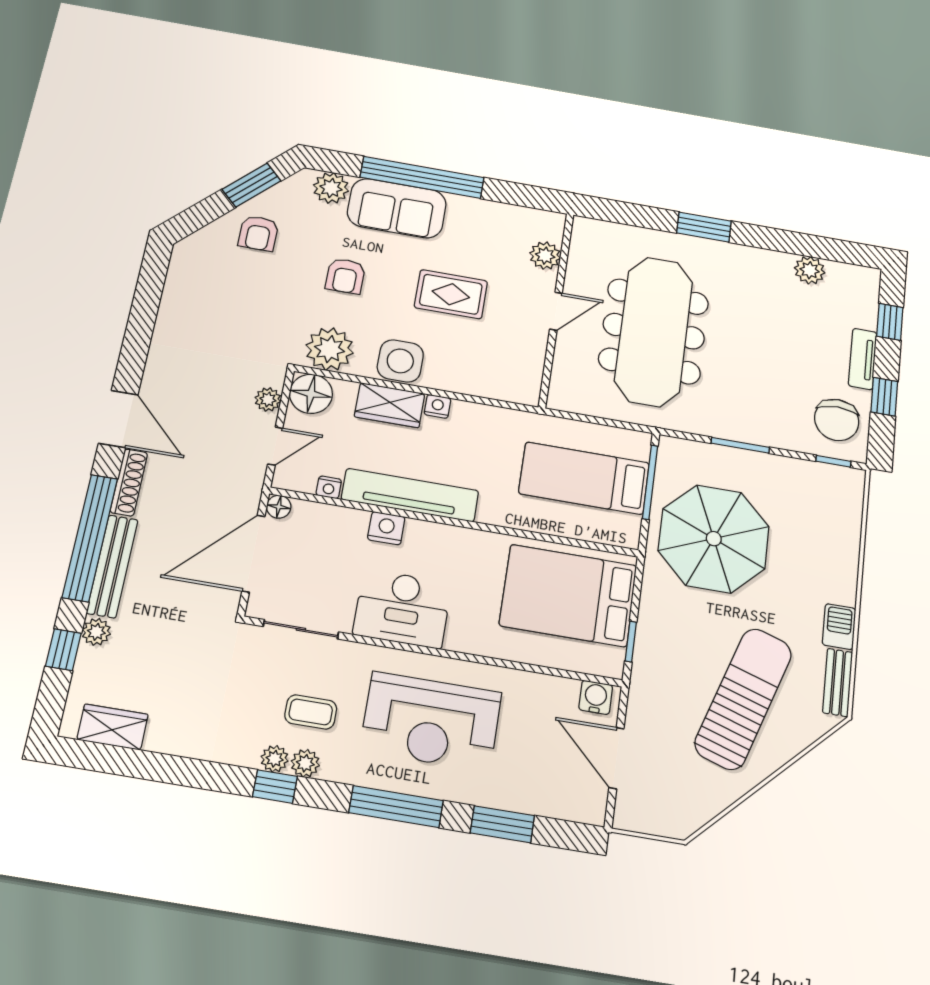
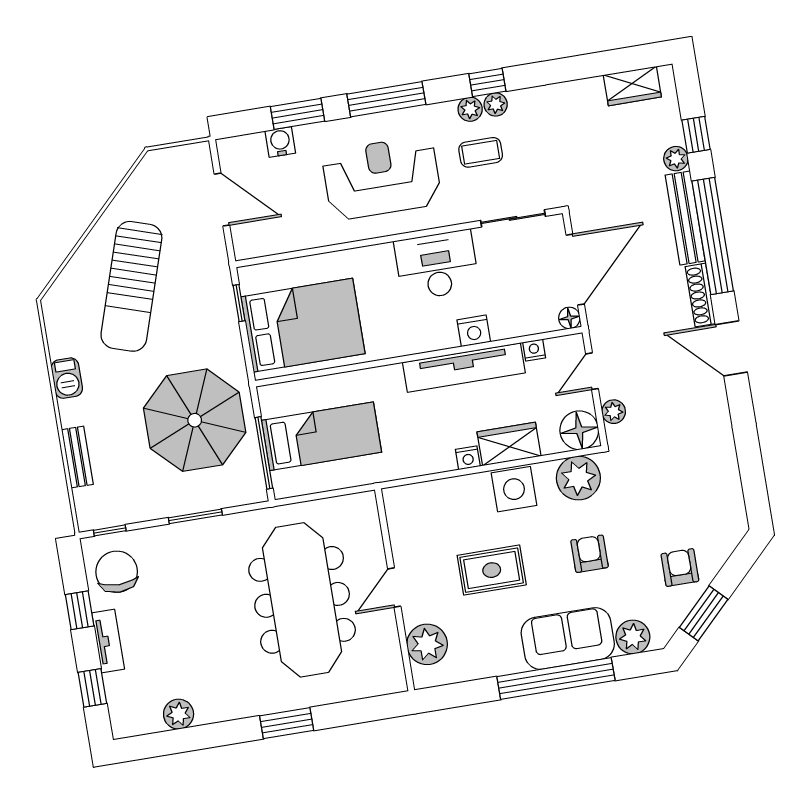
plant: (545, 256) -> (427, 644), width x1.36, depth x1.36
bench: (838, 682) -> (77, 457), moved
water cooler: (596, 697) -> (280, 142), moved, turned 180

